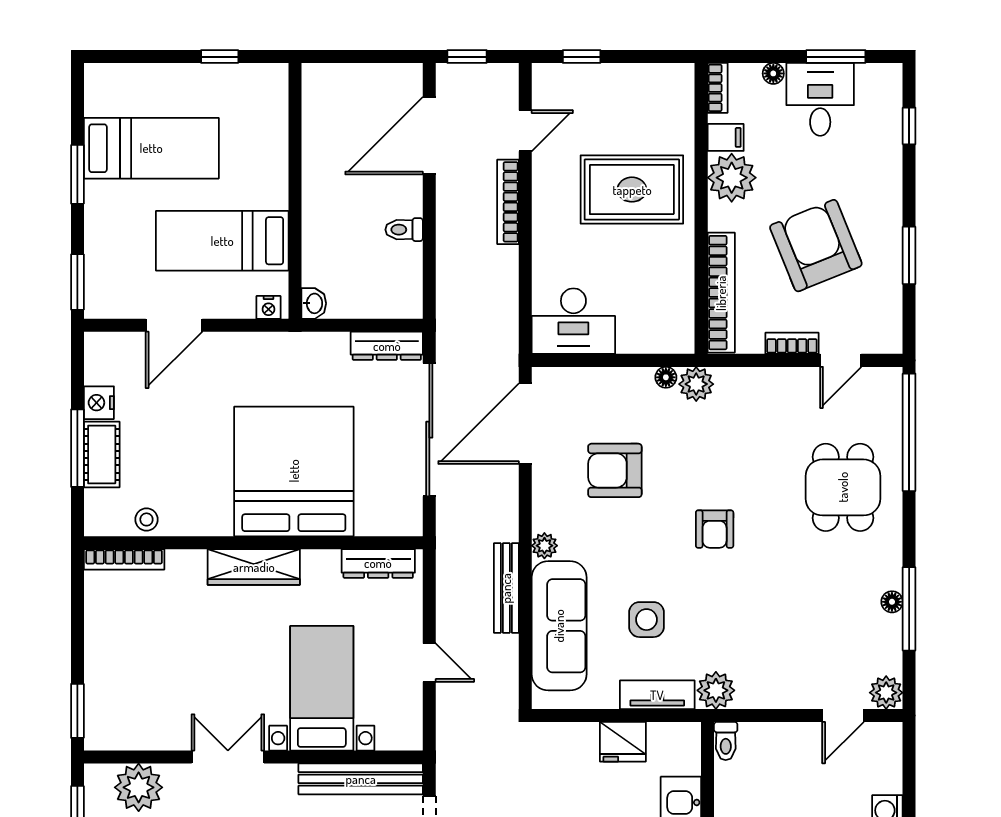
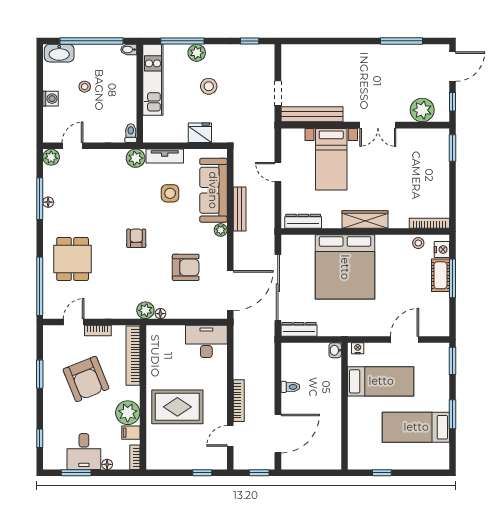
nightstand: (99, 403) -> (442, 250), moved
fridge: (623, 742) -> (200, 133), moved

